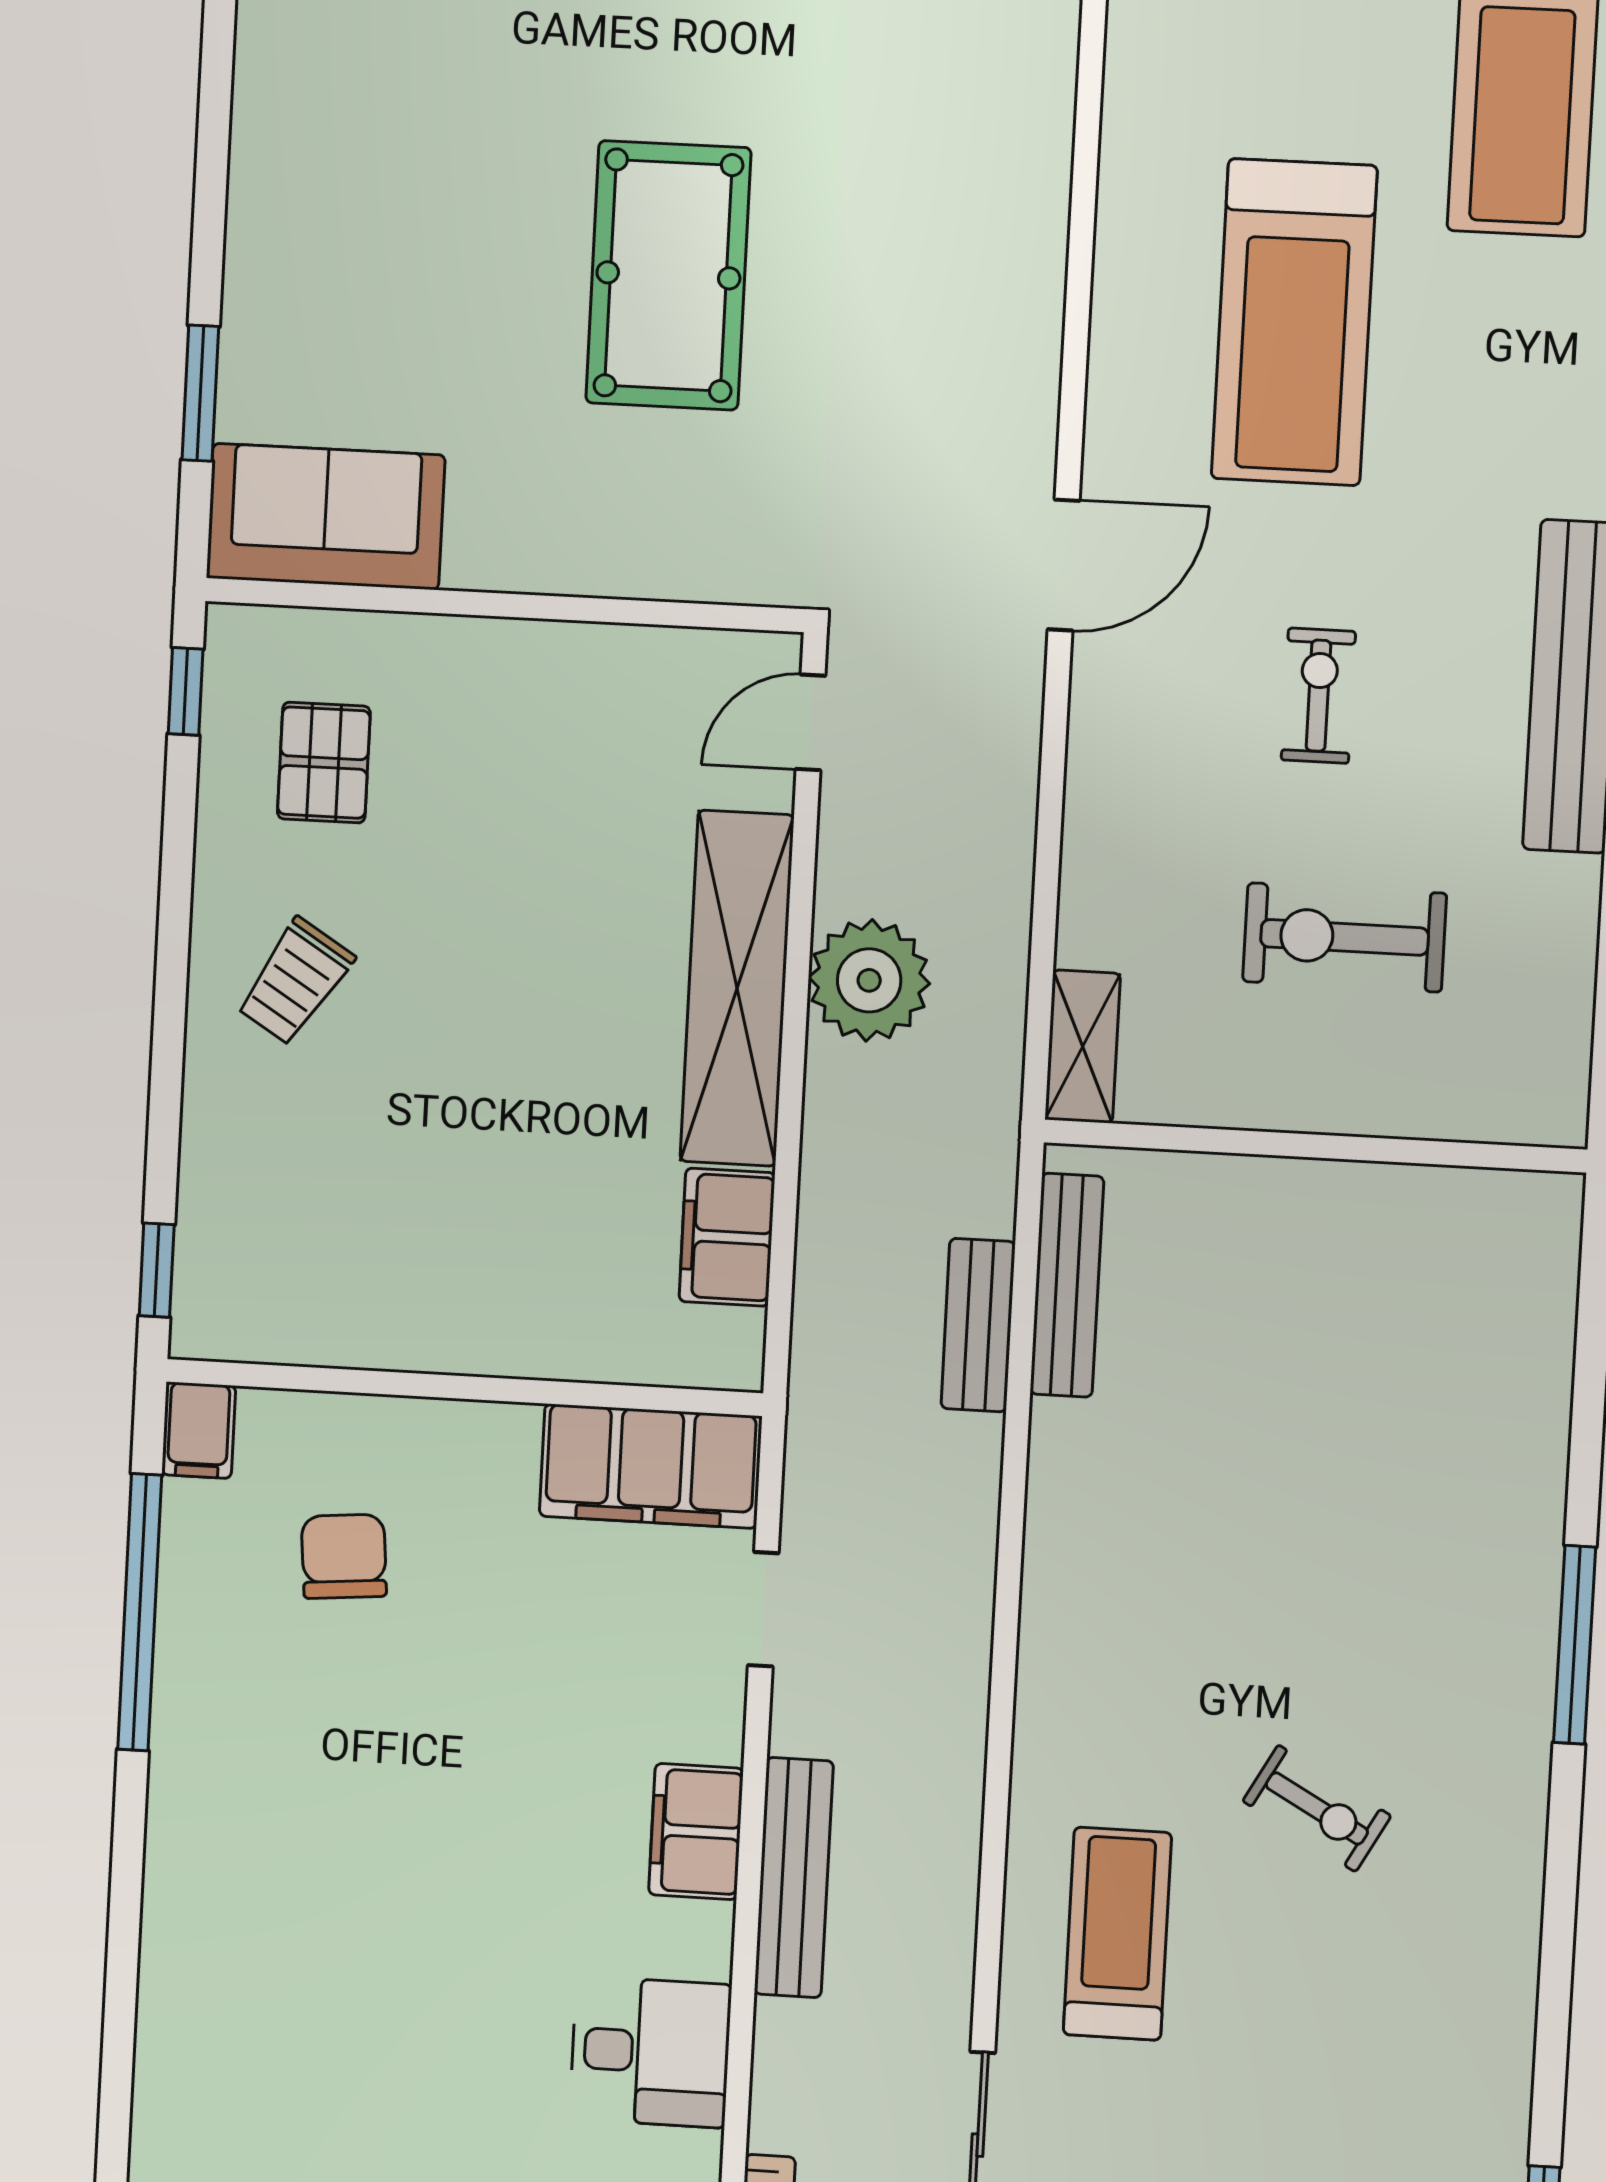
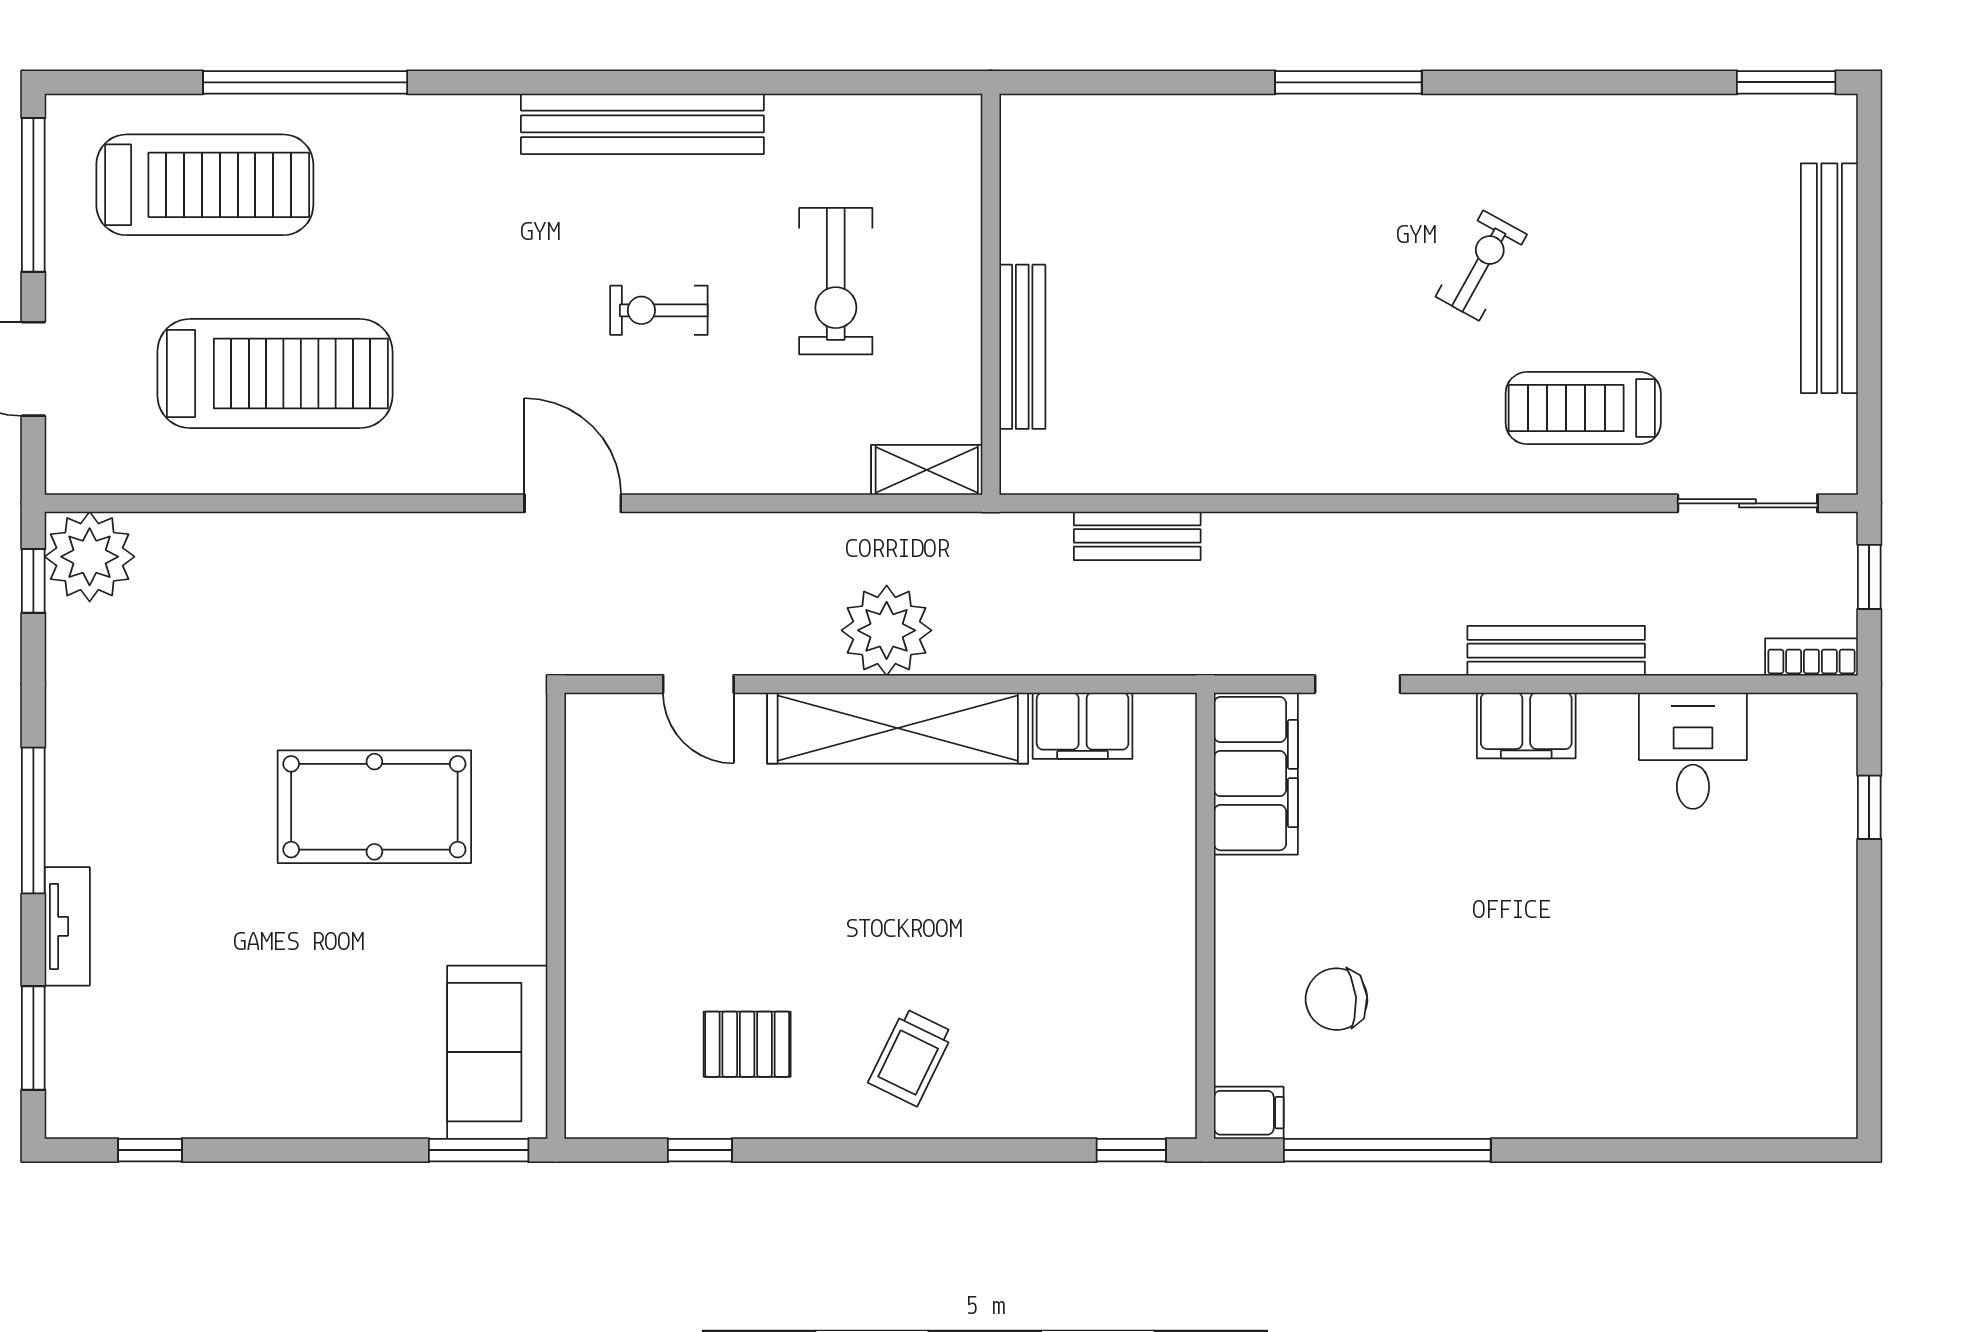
treadmill: (1294, 322) -> (275, 374), moved
sofa: (326, 517) -> (497, 1052), moved
wall: (504, 605) -> (556, 916), moved
trolley: (295, 982) -> (911, 1057), turned 84
bench: (1067, 1285) -> (1022, 347), moved, turned 90

